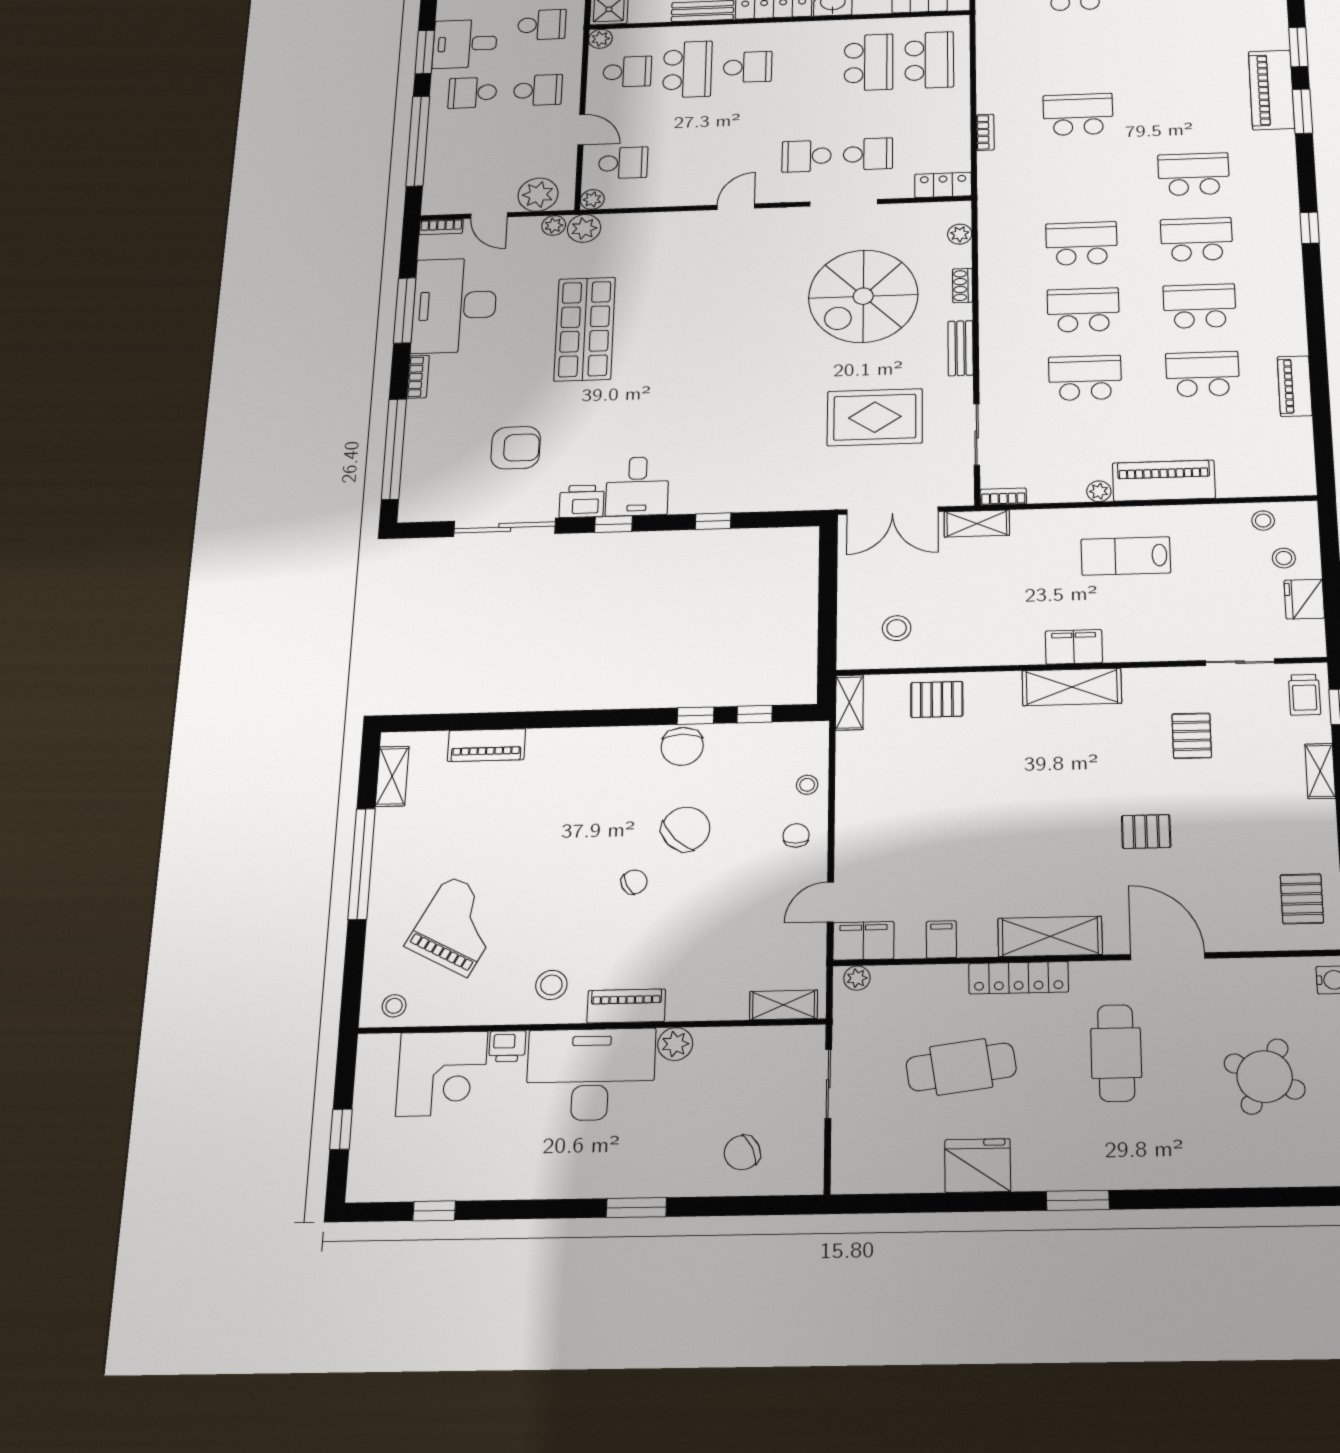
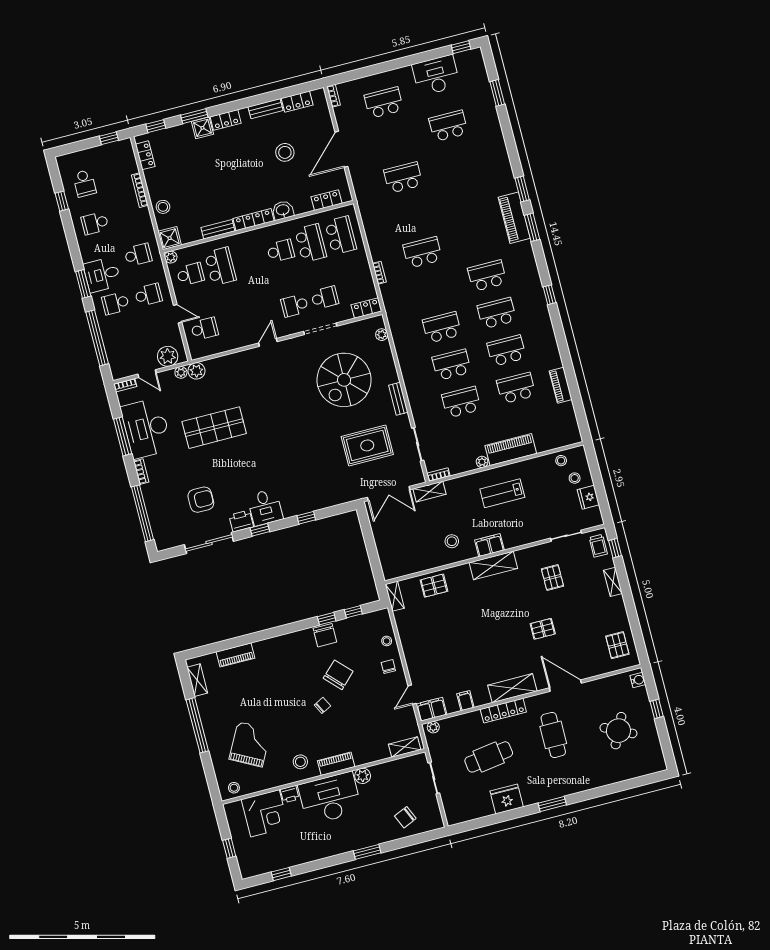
school desk: (748, 67) -> (281, 251), moved
plant: (592, 199) -> (196, 353), removed
shoe rack: (962, 286) -> (390, 364), removed
shop shelf: (585, 329) -> (214, 428), turned 90
stool: (897, 628) -> (452, 541), moved

